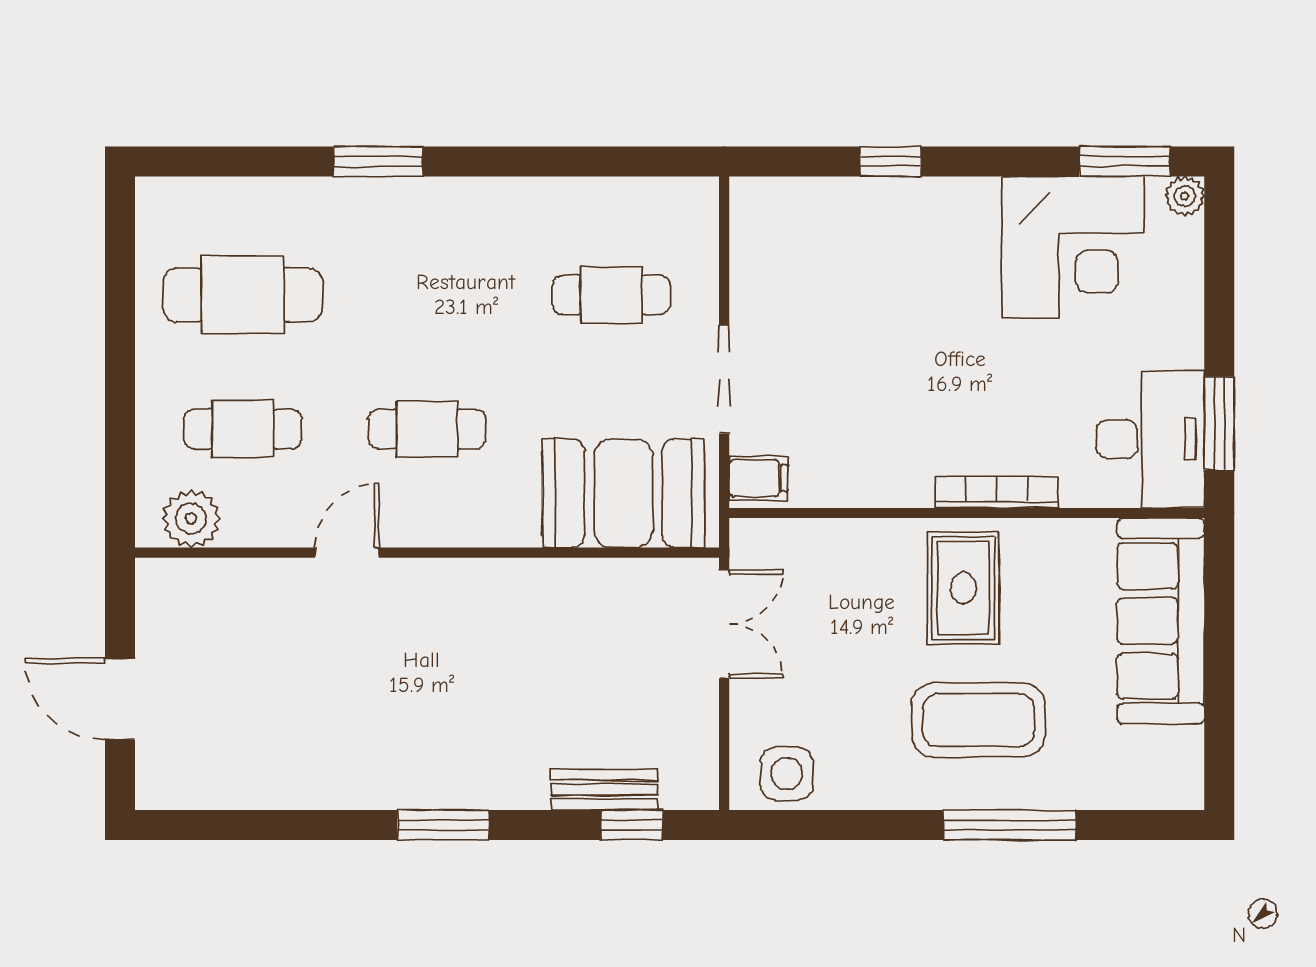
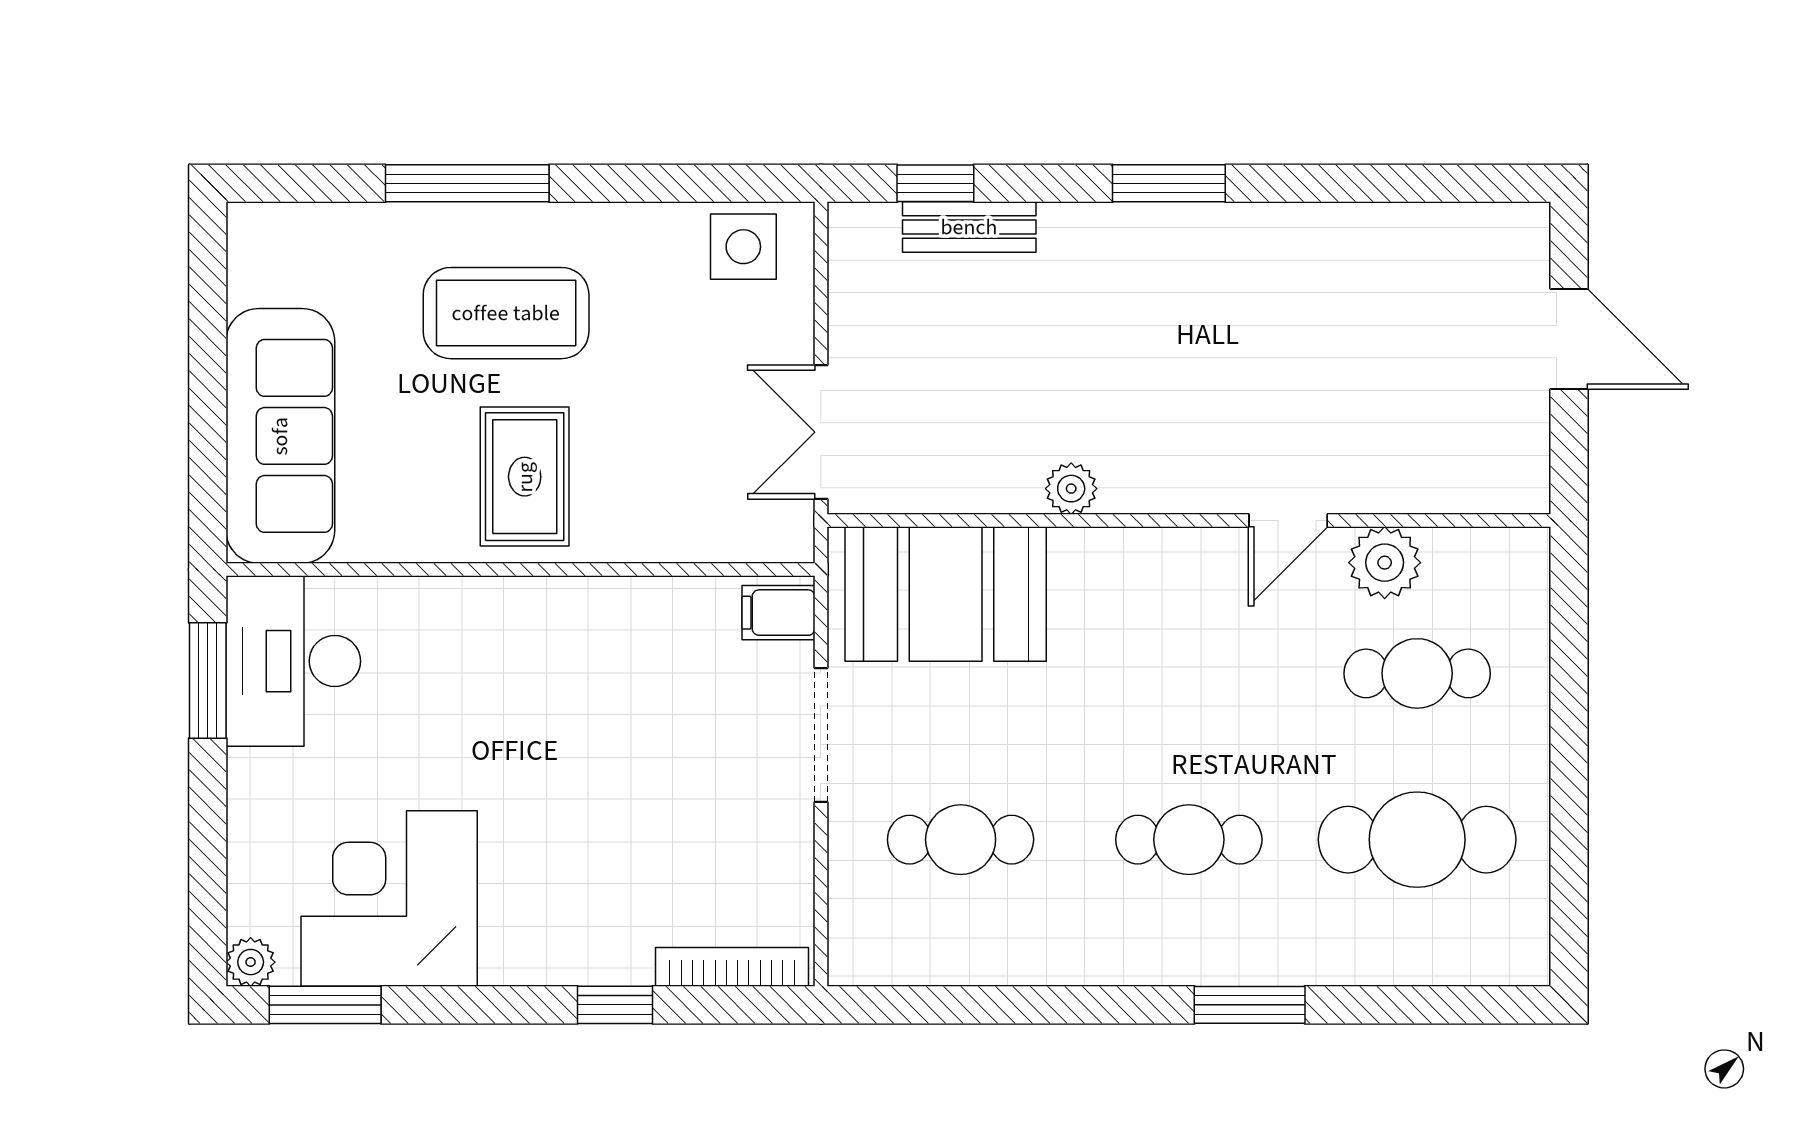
cafe table: (427, 429) -> (1189, 840), moved
bookcase: (997, 492) -> (732, 967), moved, turned 180
plant: (191, 519) -> (1385, 563), moved
plant: (522, 578) -> (1071, 489), added

